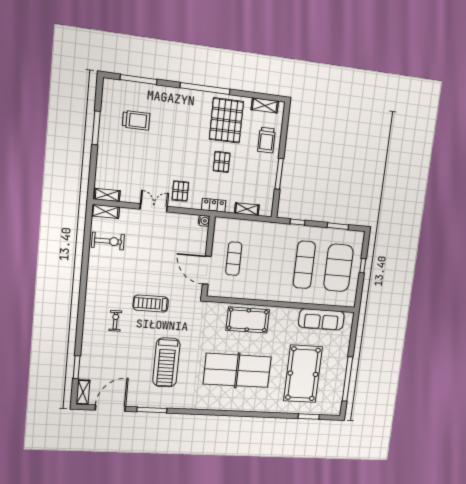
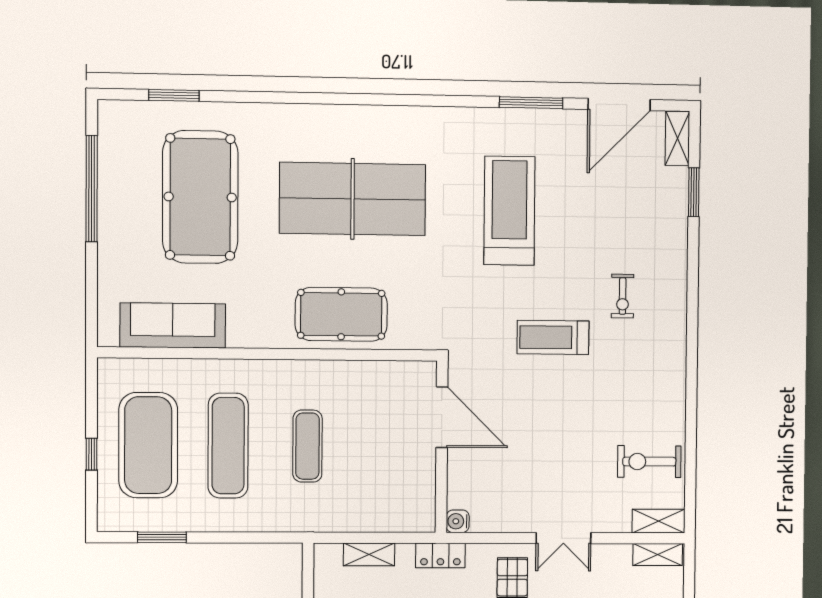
window: (298, 222) -> (255, 537), removed
exercise mat: (234, 259) -> (307, 446), moved
treadmill: (151, 304) -> (553, 337), turned 180

